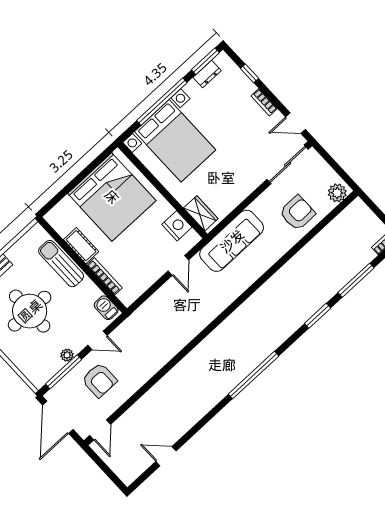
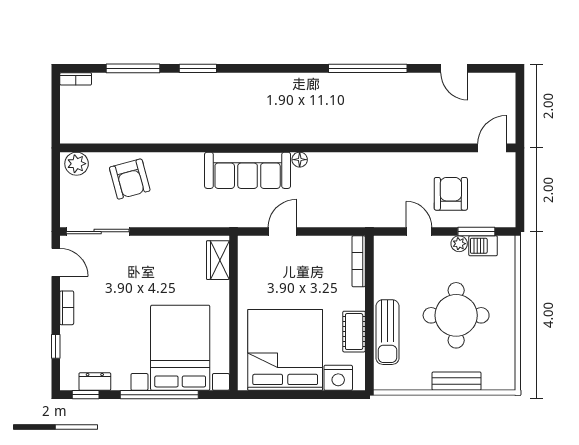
window: (205, 61) -> (86, 395), width x0.67
armchair: (297, 213) -> (130, 179), turned -105
nightstand: (177, 226) -> (338, 378), moved, turned -90
sofa: (232, 241) -> (248, 170), moved, turned 180
bookcase: (105, 276) -> (359, 261), moved
barbecue: (106, 308) -> (483, 246), moved, turned 90
floor lamp: (207, 318) -> (300, 160), added
window: (64, 372) -> (476, 232), width x0.69
window: (254, 375) -> (368, 68), moved
door: (58, 417) -> (520, 195), removed

